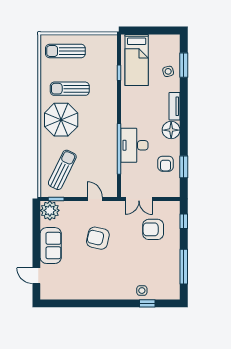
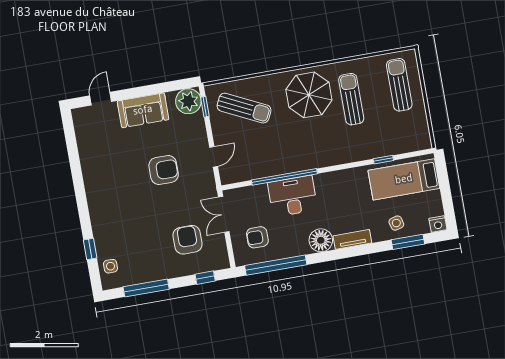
nightstand: (174, 40) -> (438, 224), added
armchair: (166, 164) -> (257, 237), moved
window: (184, 167) -> (276, 265), width x2.11
armchair: (98, 238) -> (164, 170), turned 77
side table: (142, 291) -> (110, 266), moved

